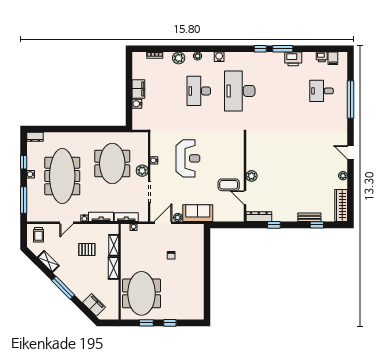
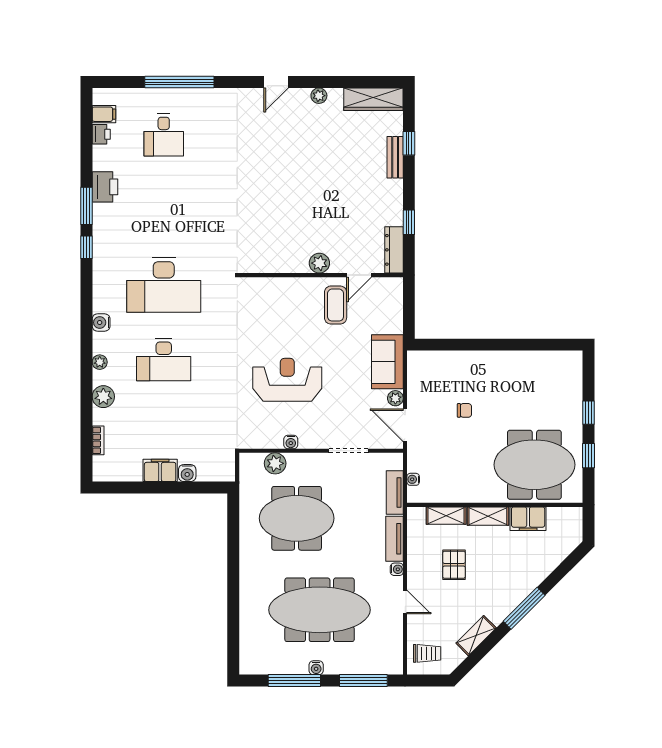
dresser: (35, 137) -> (247, 660), removed
window: (24, 162) -> (294, 681), width x2.17
plant: (142, 171) -> (275, 463), moved
filing cabinet: (94, 305) -> (528, 519), moved, turned -135

